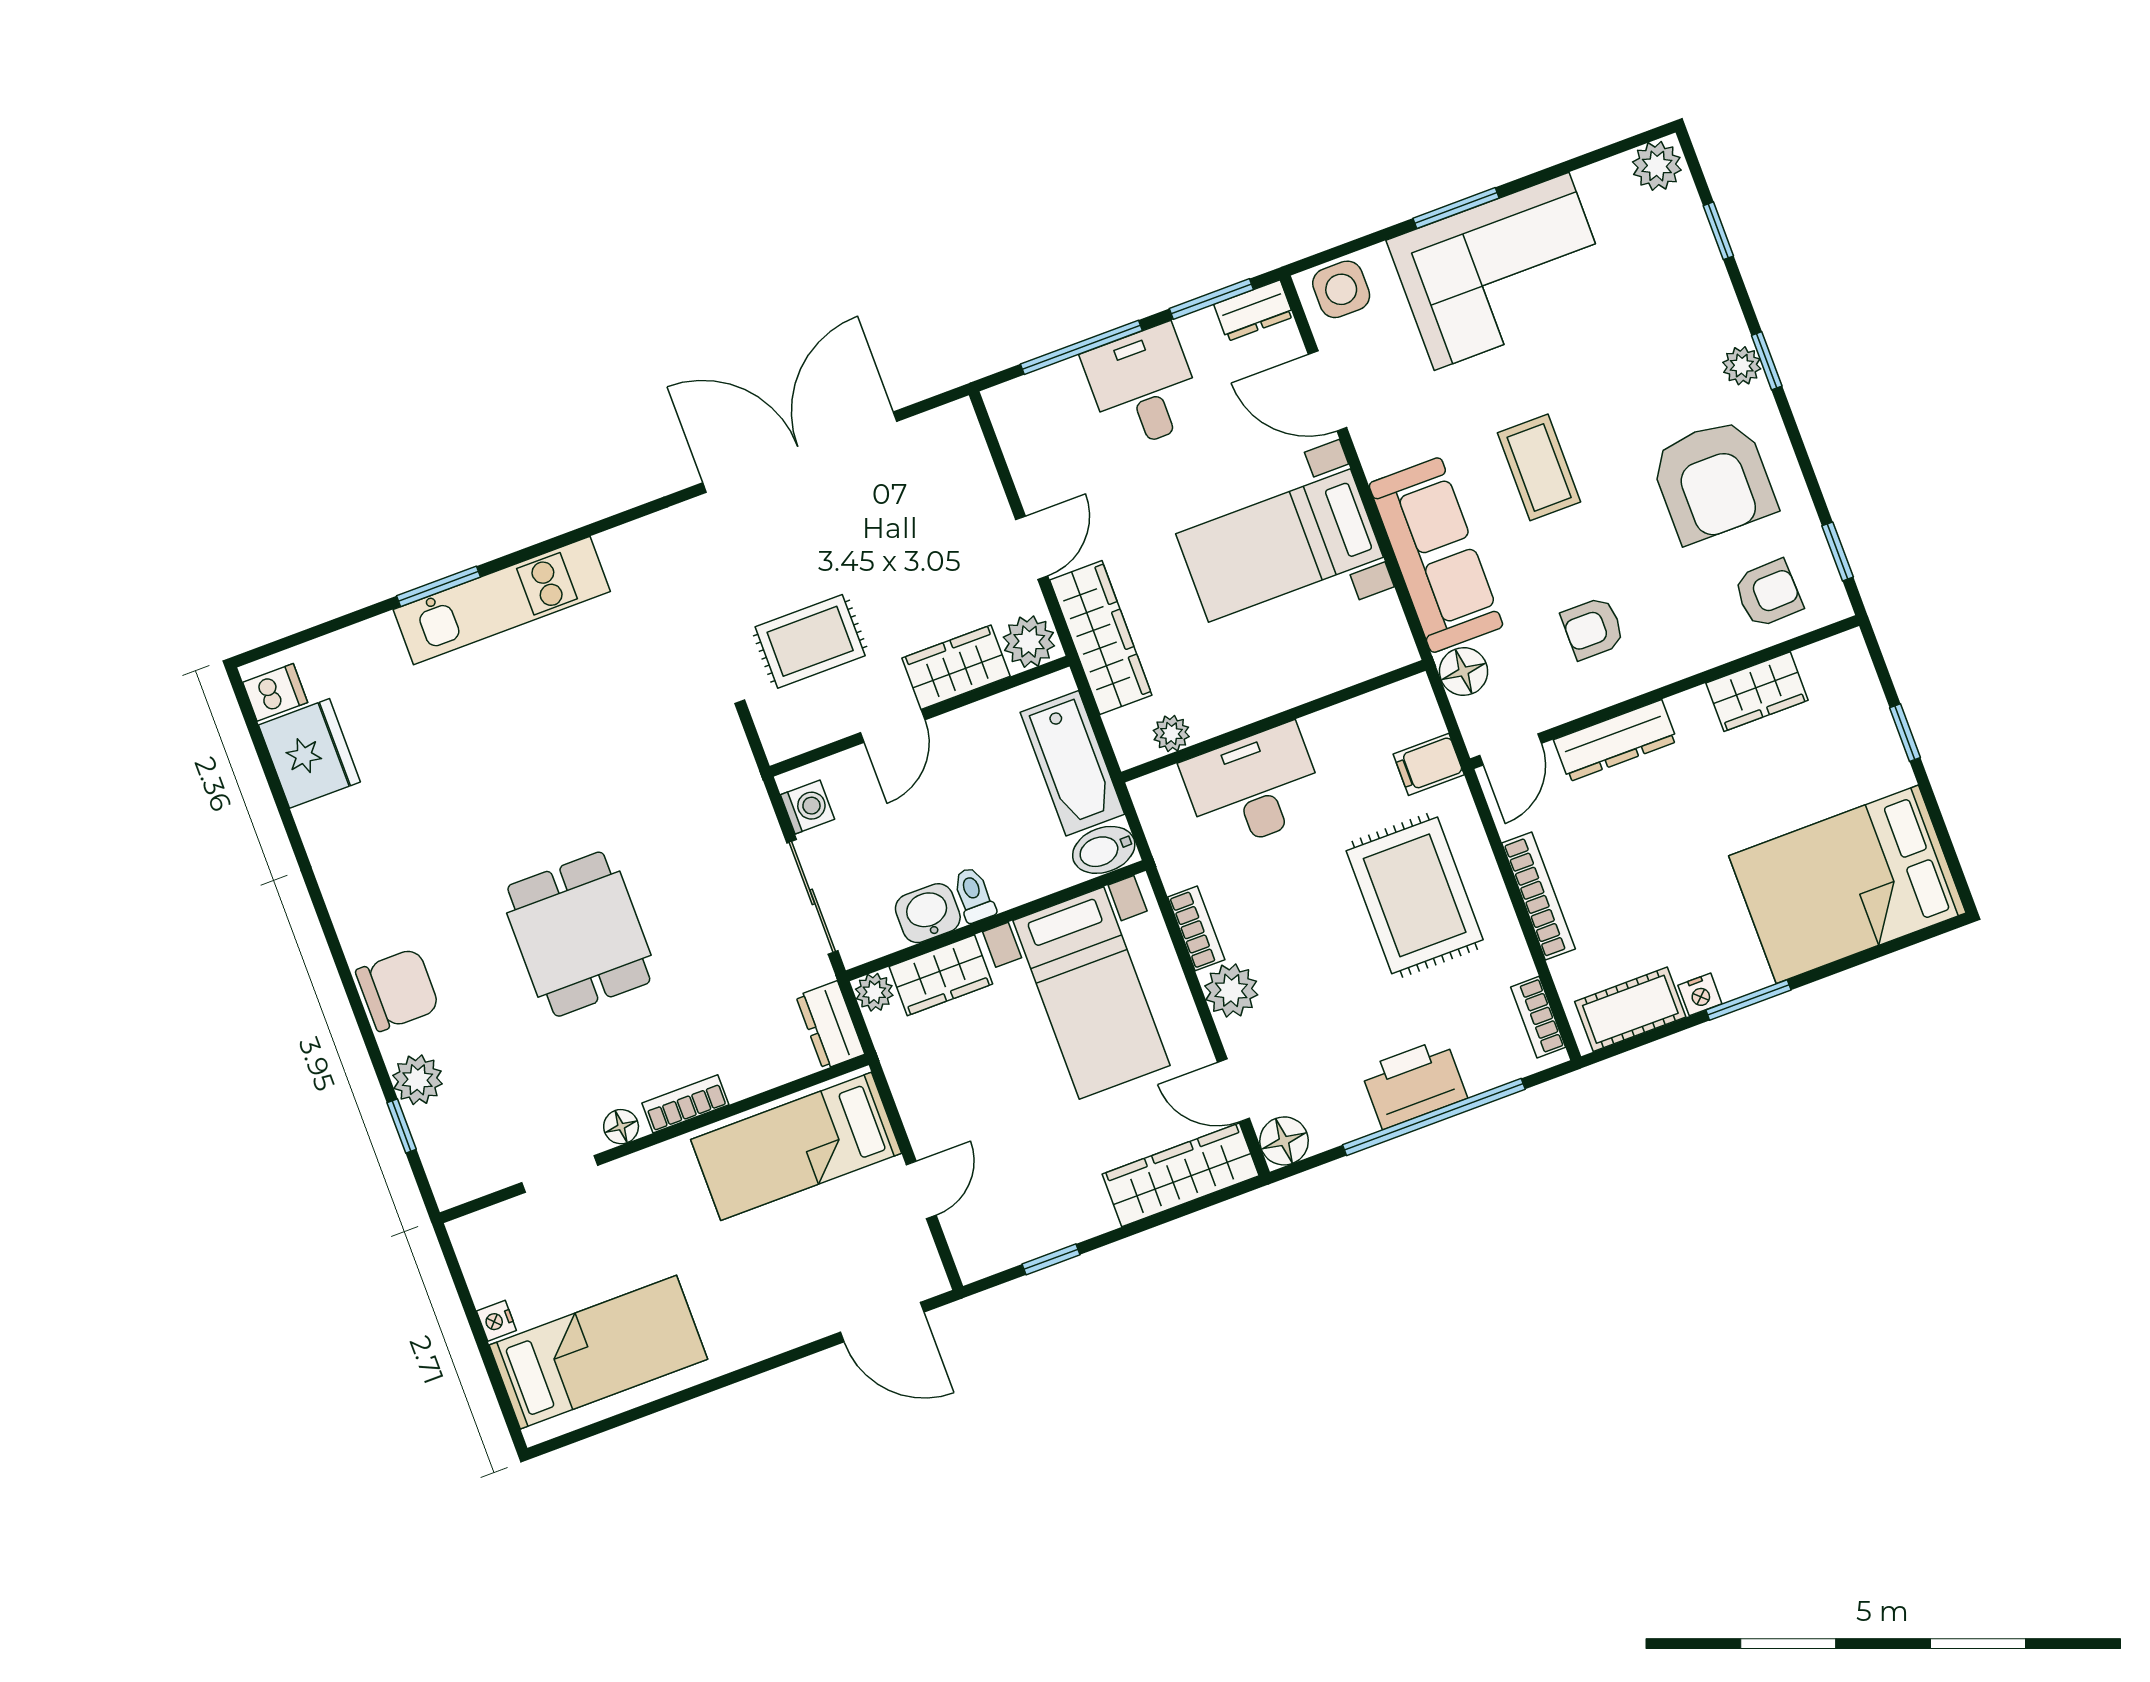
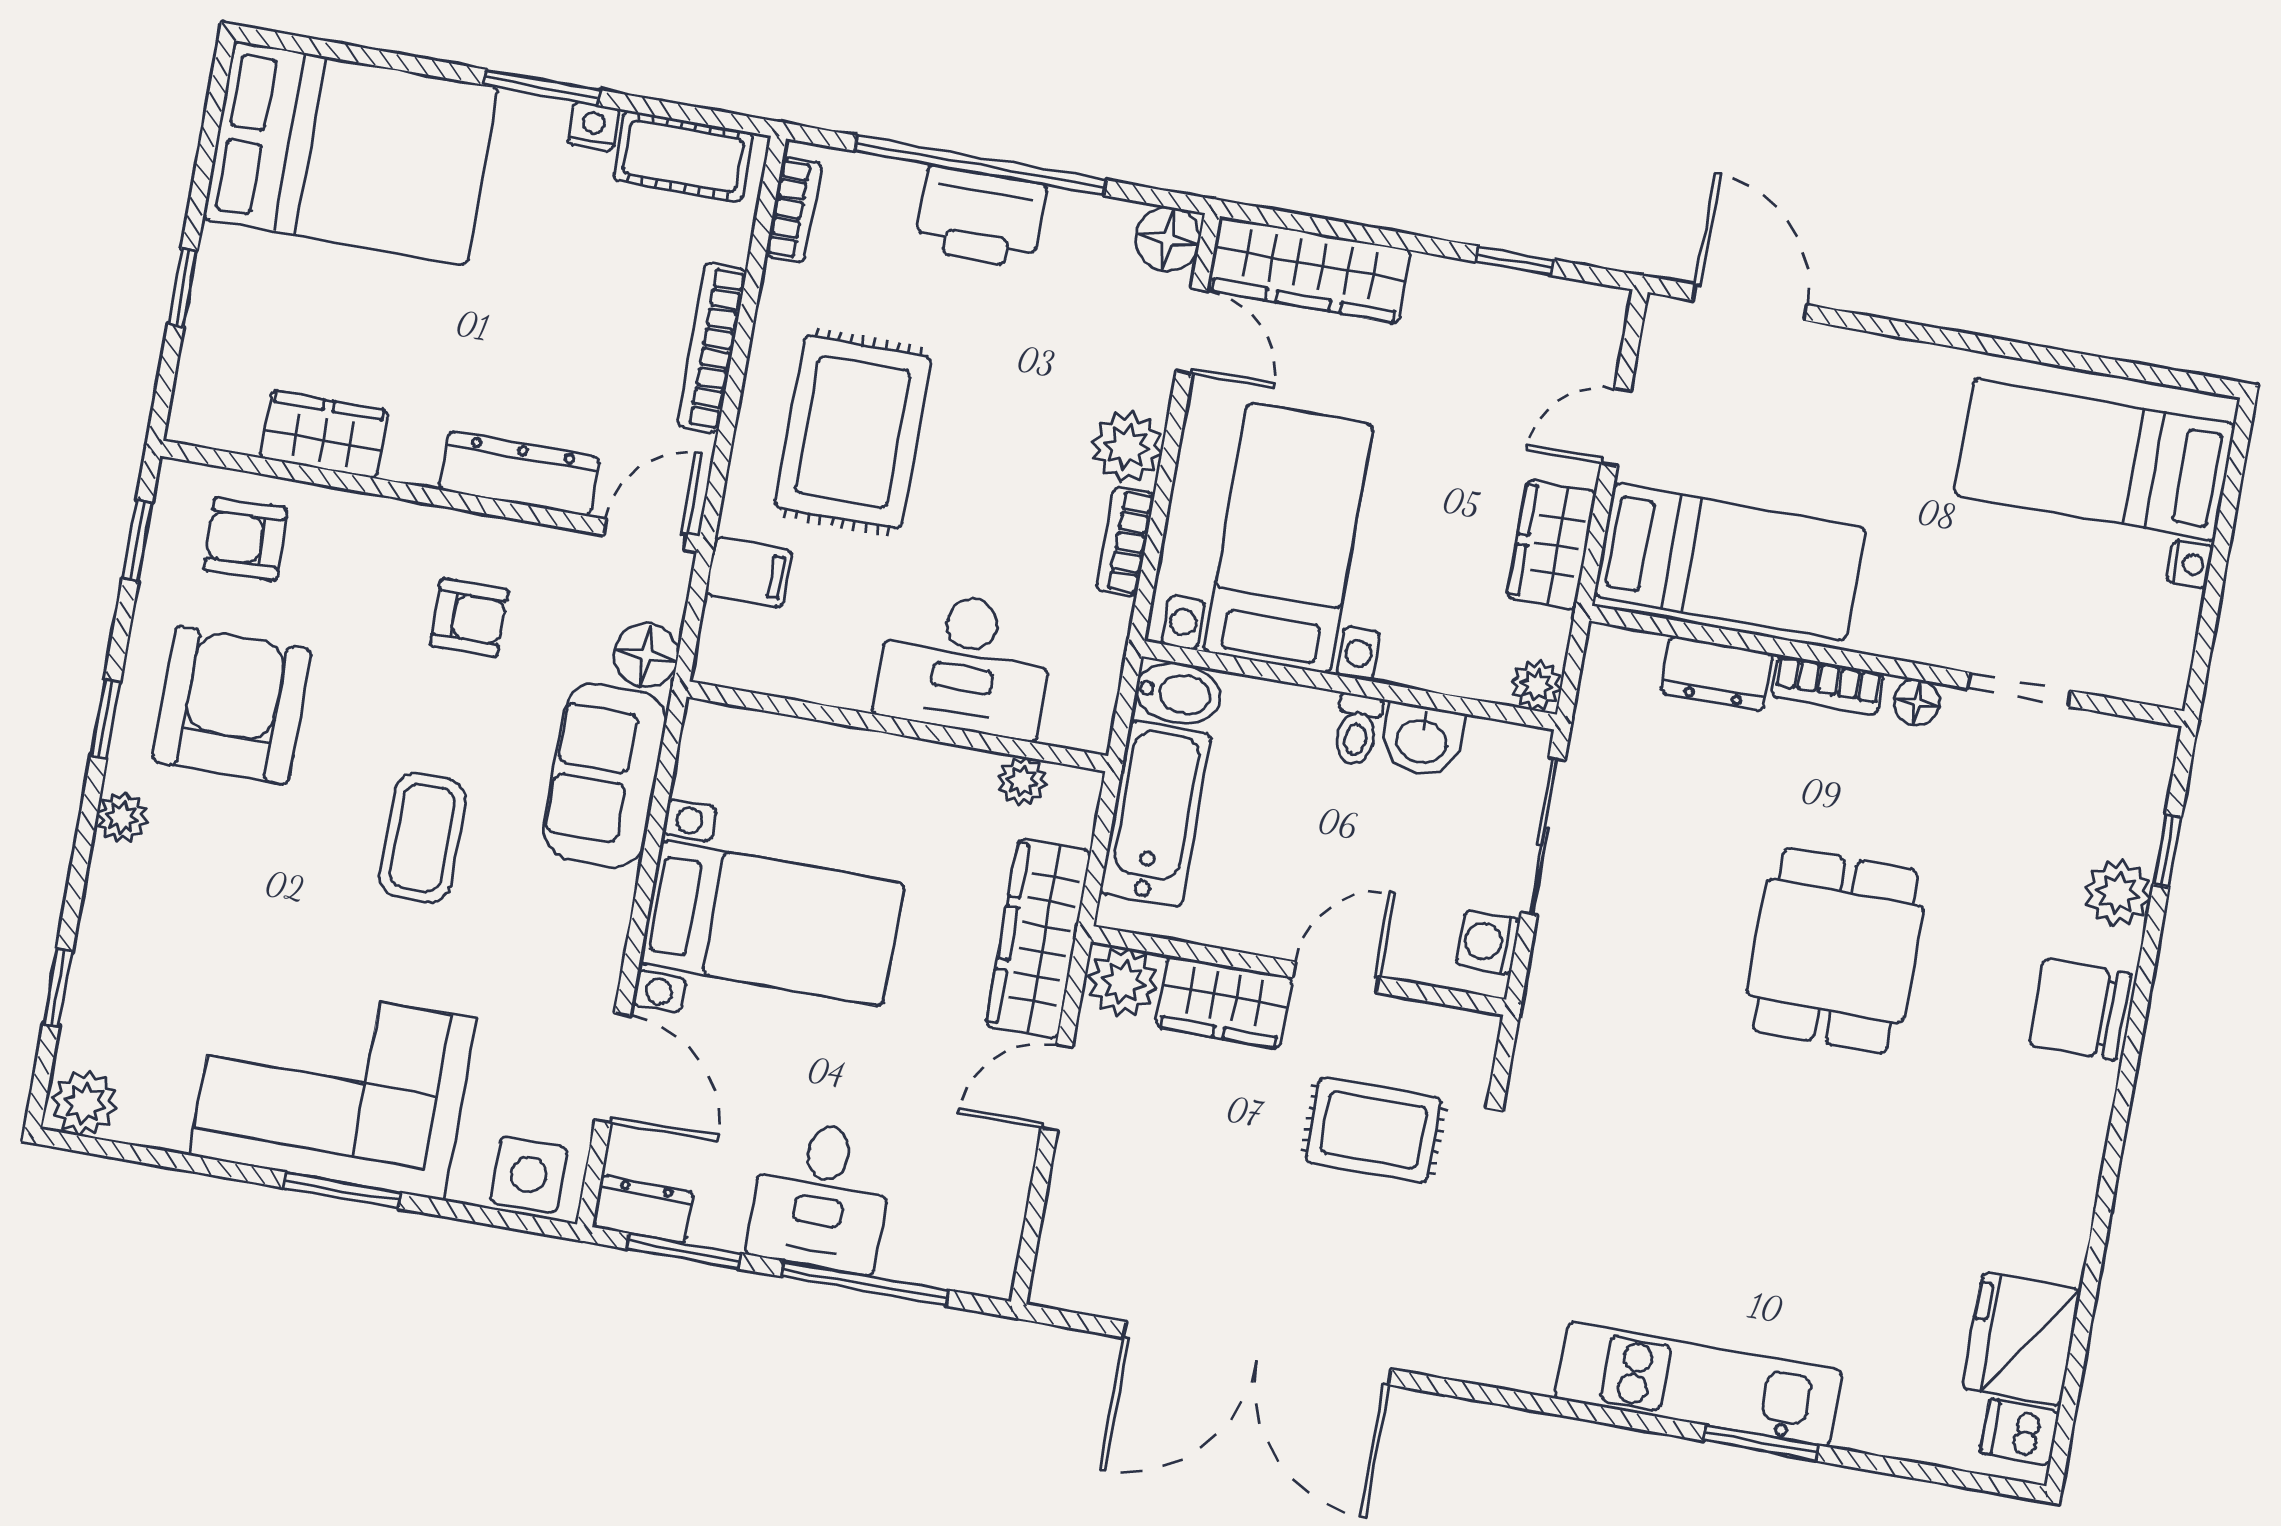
window: (1767, 361) -> (106, 719), moved
sofa: (1436, 555) -> (605, 775), width x0.73
wardrobe: (941, 975) -> (1552, 545), moved, turned -90
dresser: (830, 1025) -> (1717, 673), moved, turned 90

